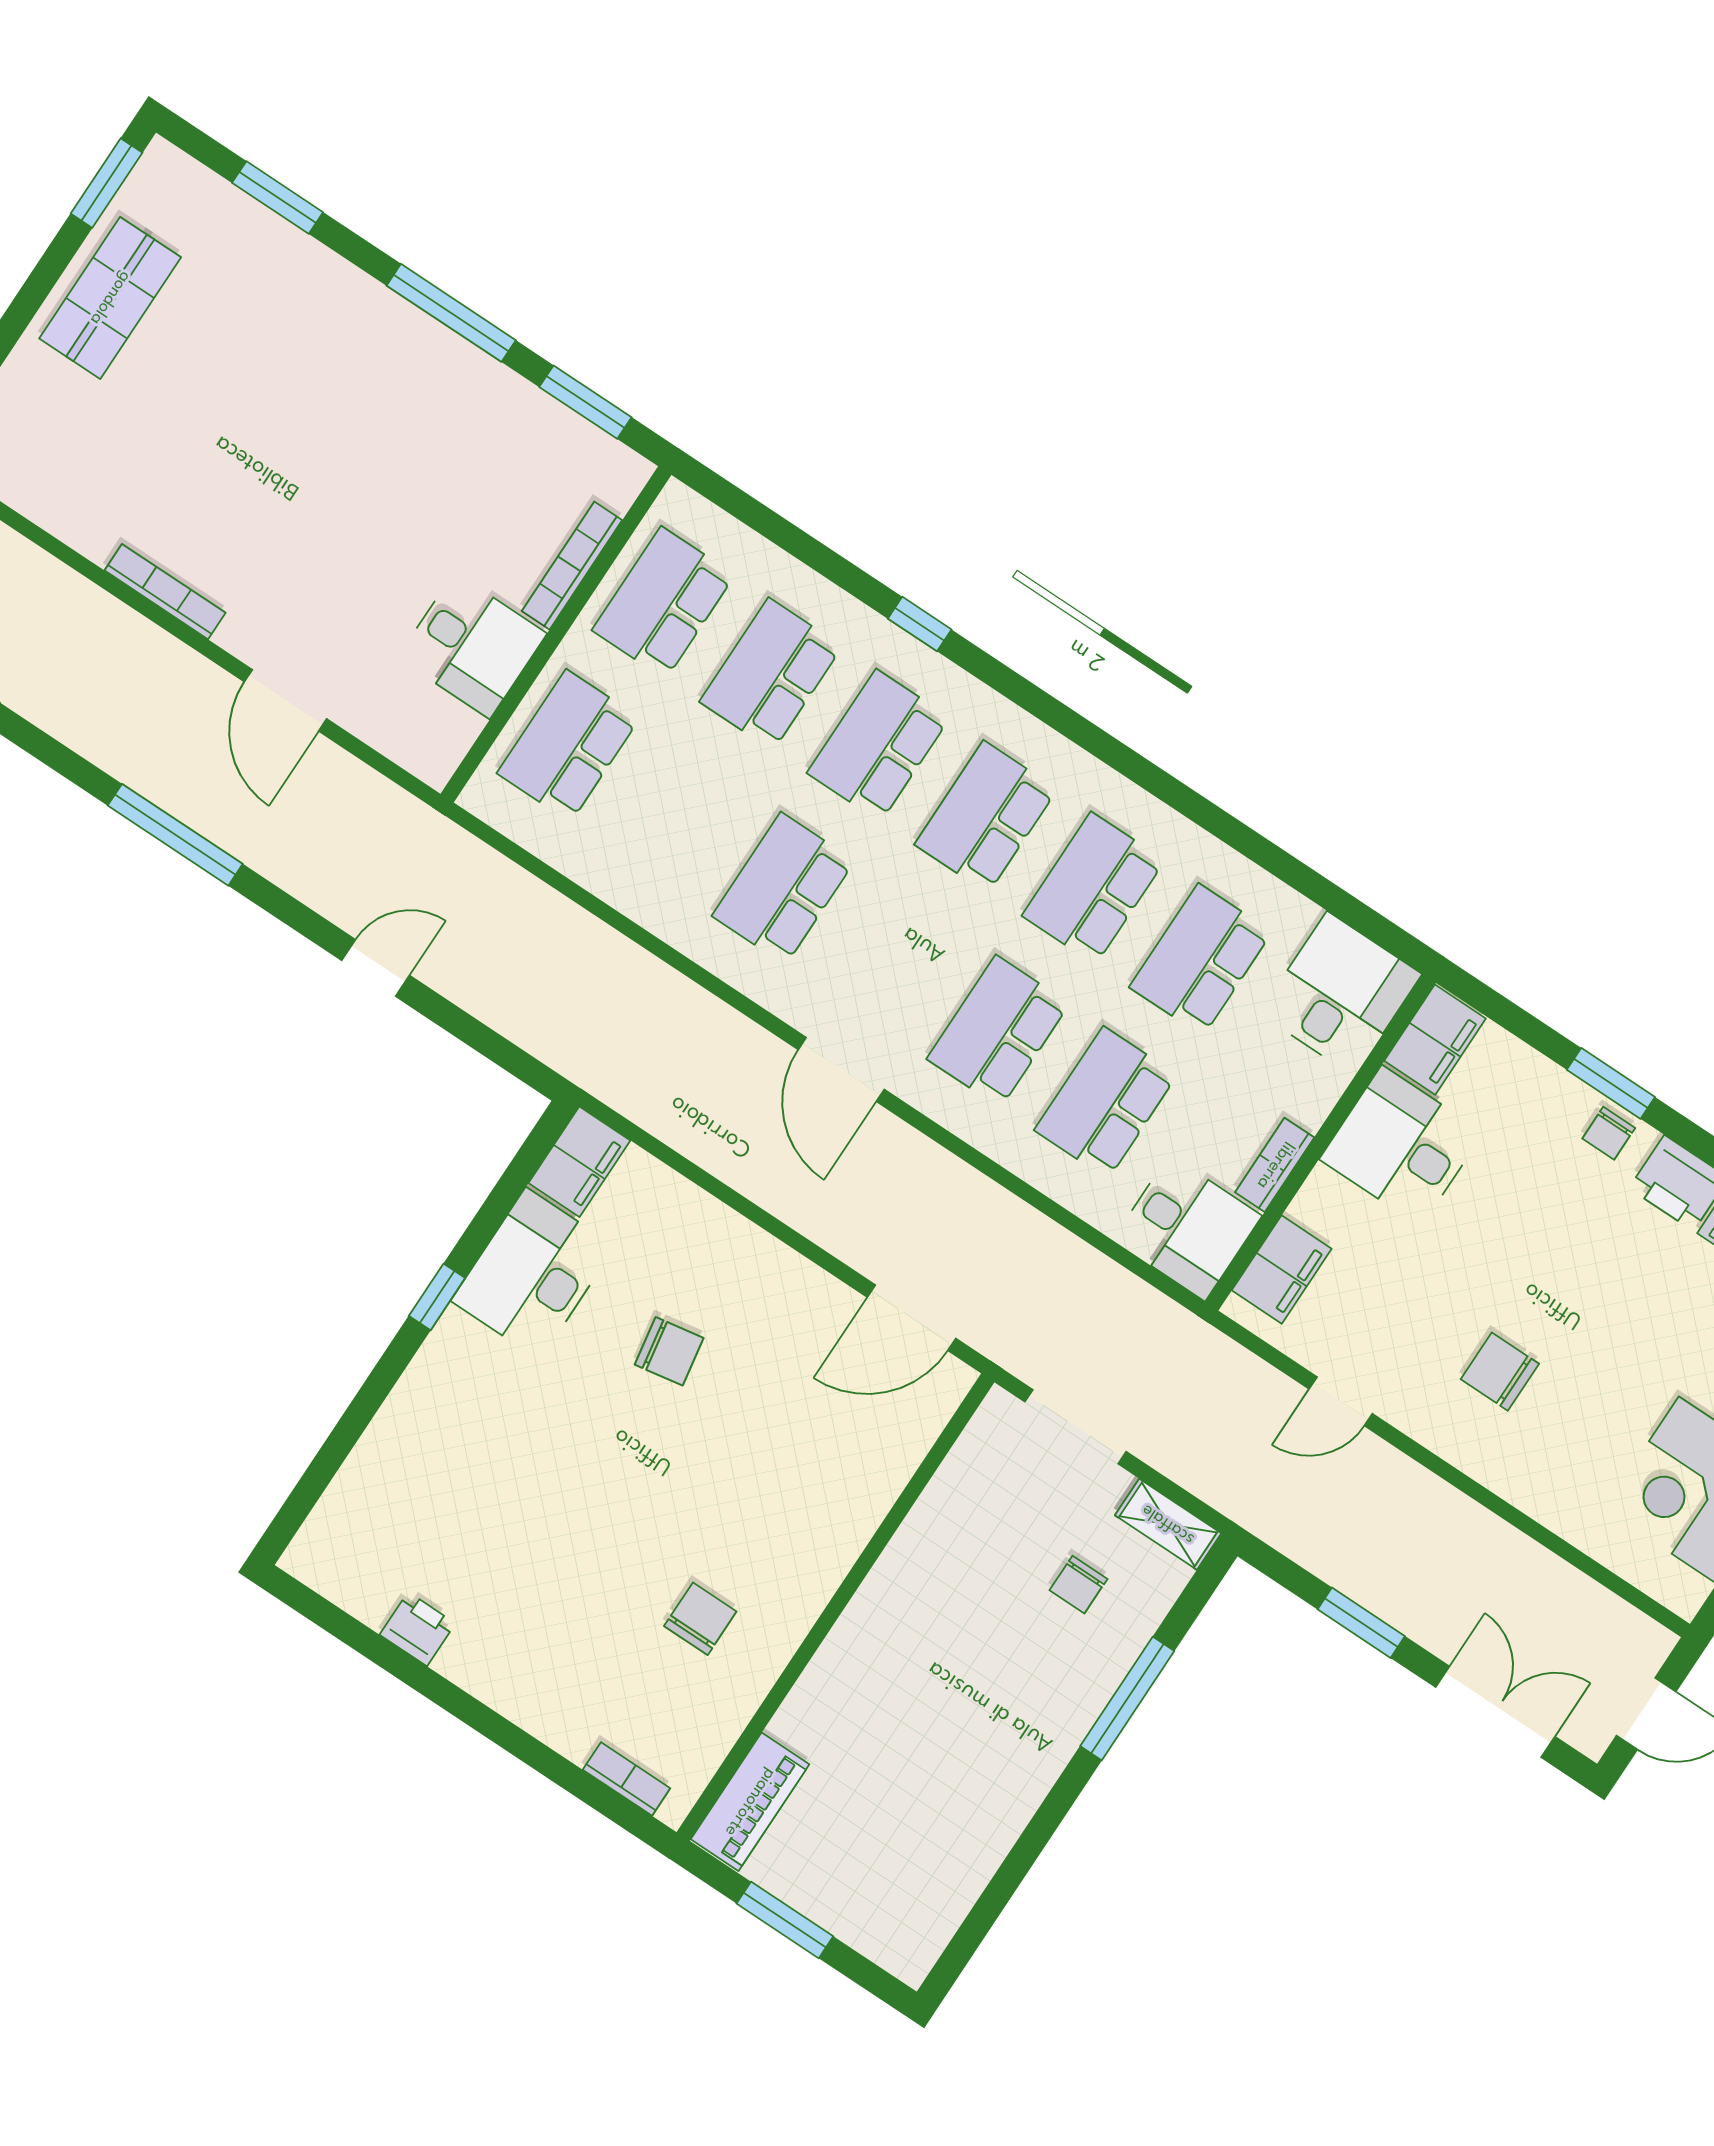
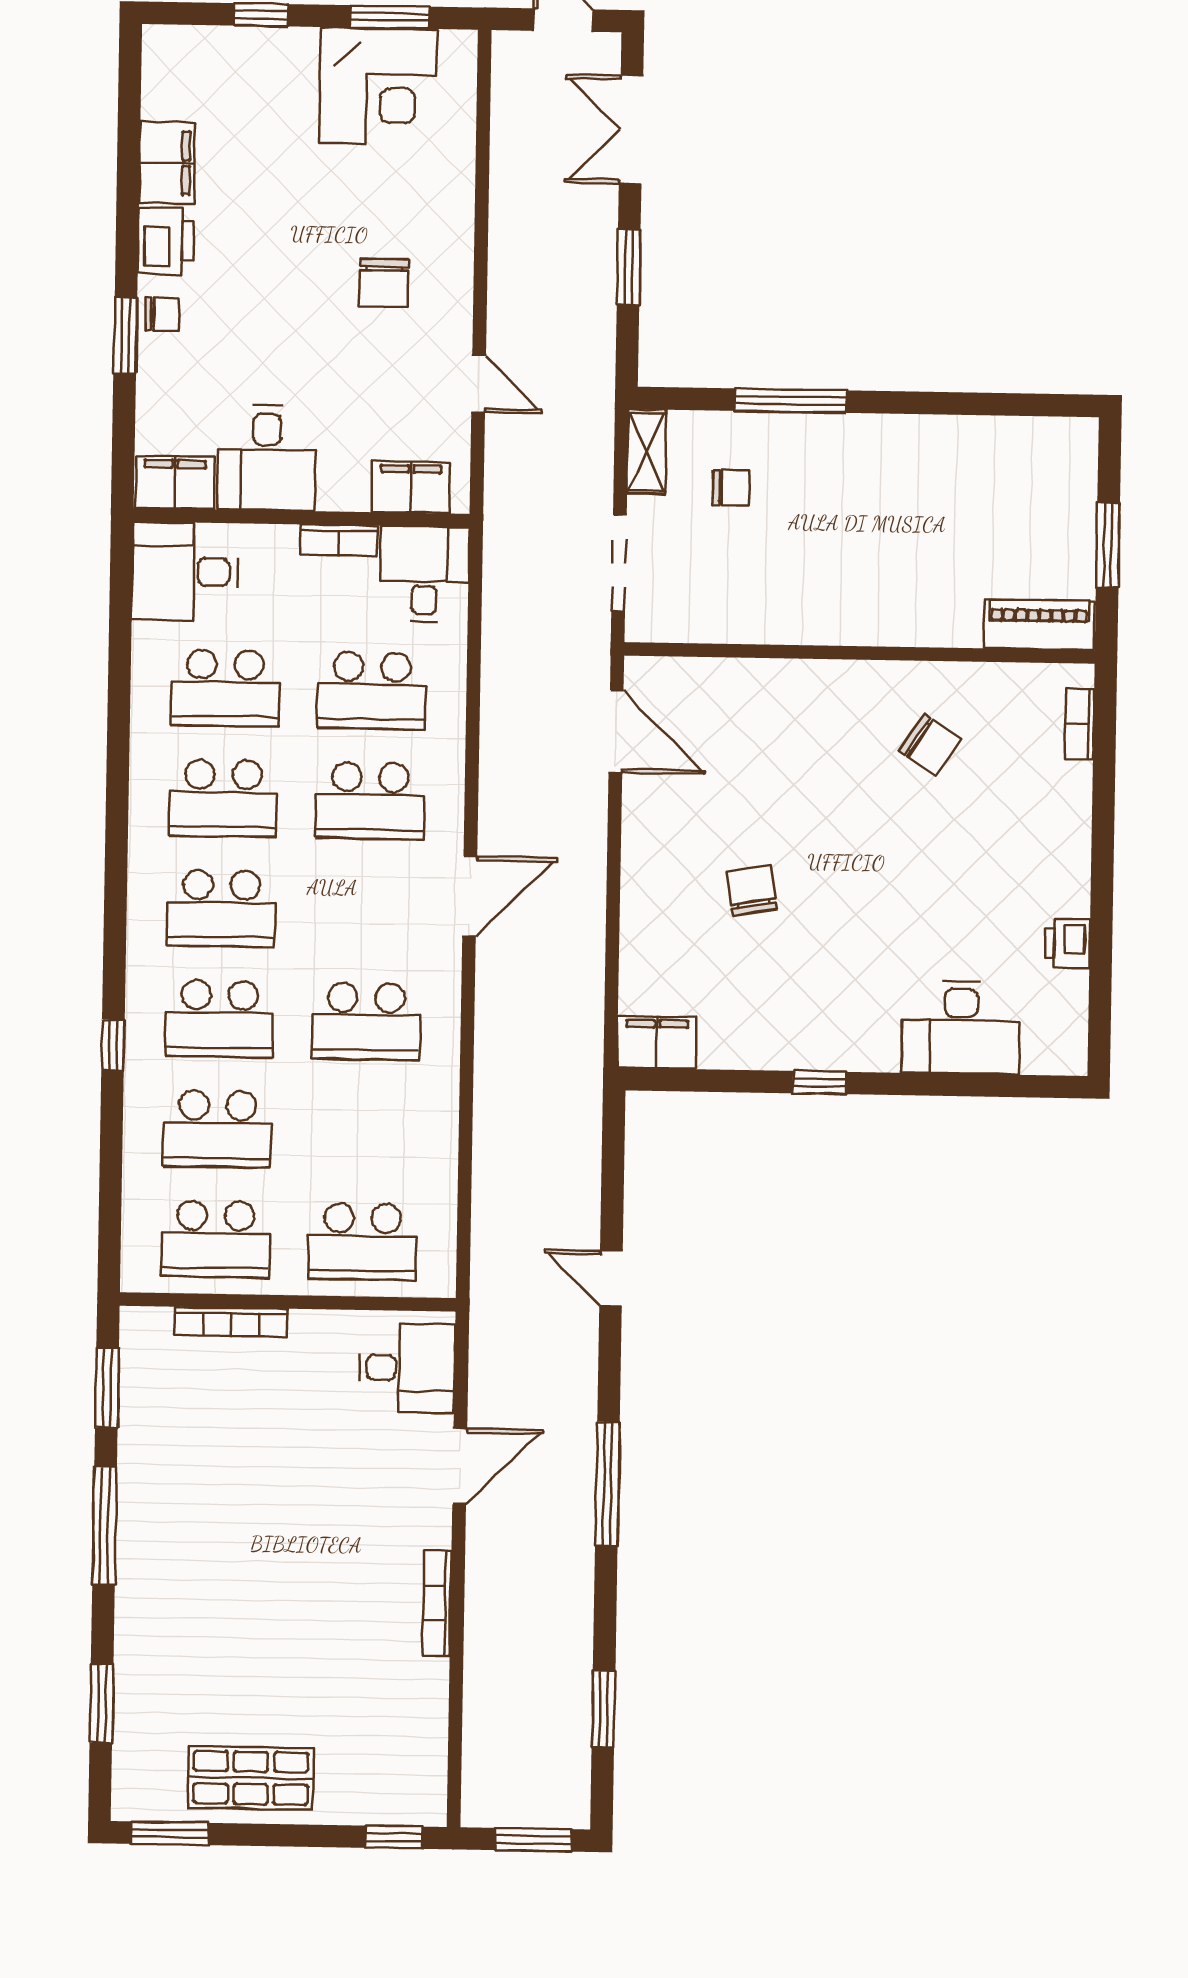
desk: (472, 645) -> (407, 1368), moved, turned 90
desk: (533, 1274) -> (961, 1028), moved
chair: (700, 1619) -> (930, 745), turned -147

